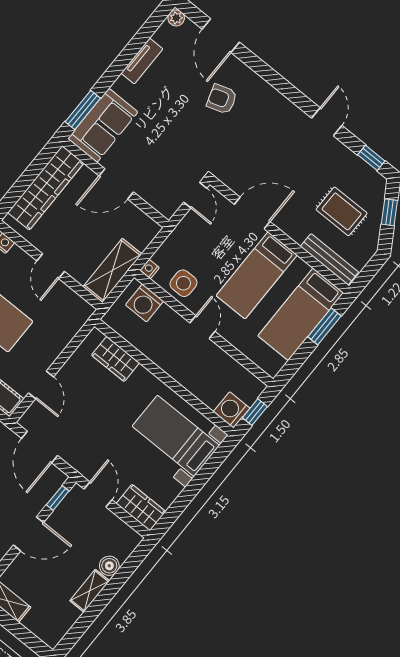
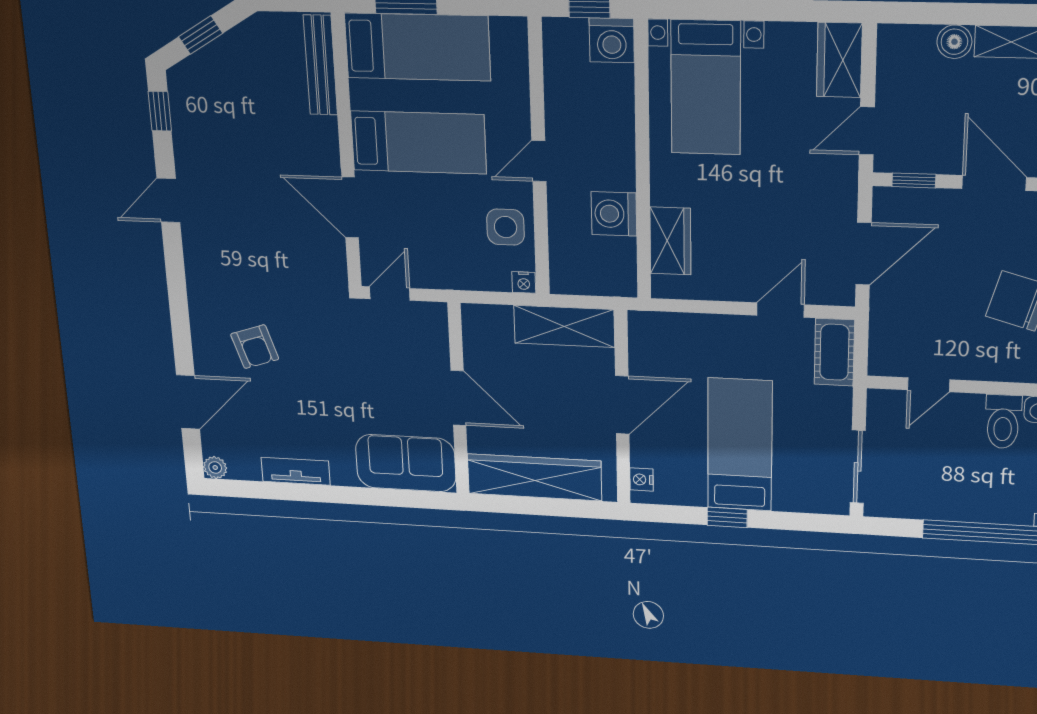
window: (83, 110) -> (409, 499), removed
rug: (342, 211) -> (252, 97), removed
door: (51, 266) -> (622, 405), width x1.38
washing machine: (144, 303) -> (614, 214), moved, turned 180

